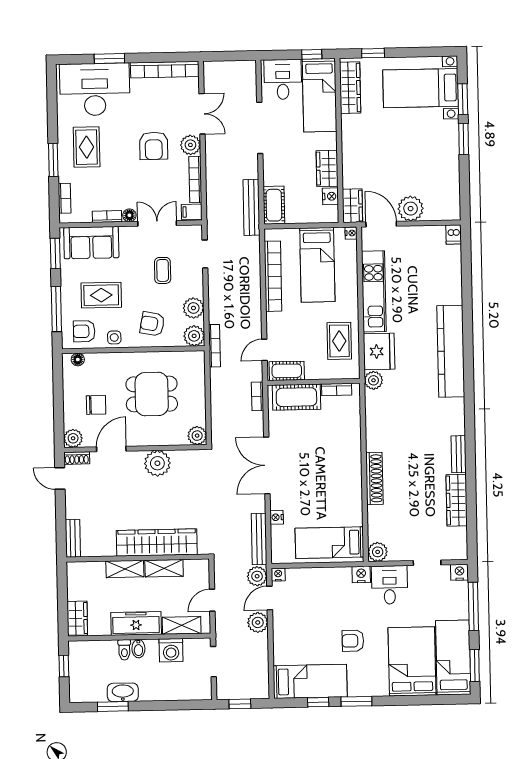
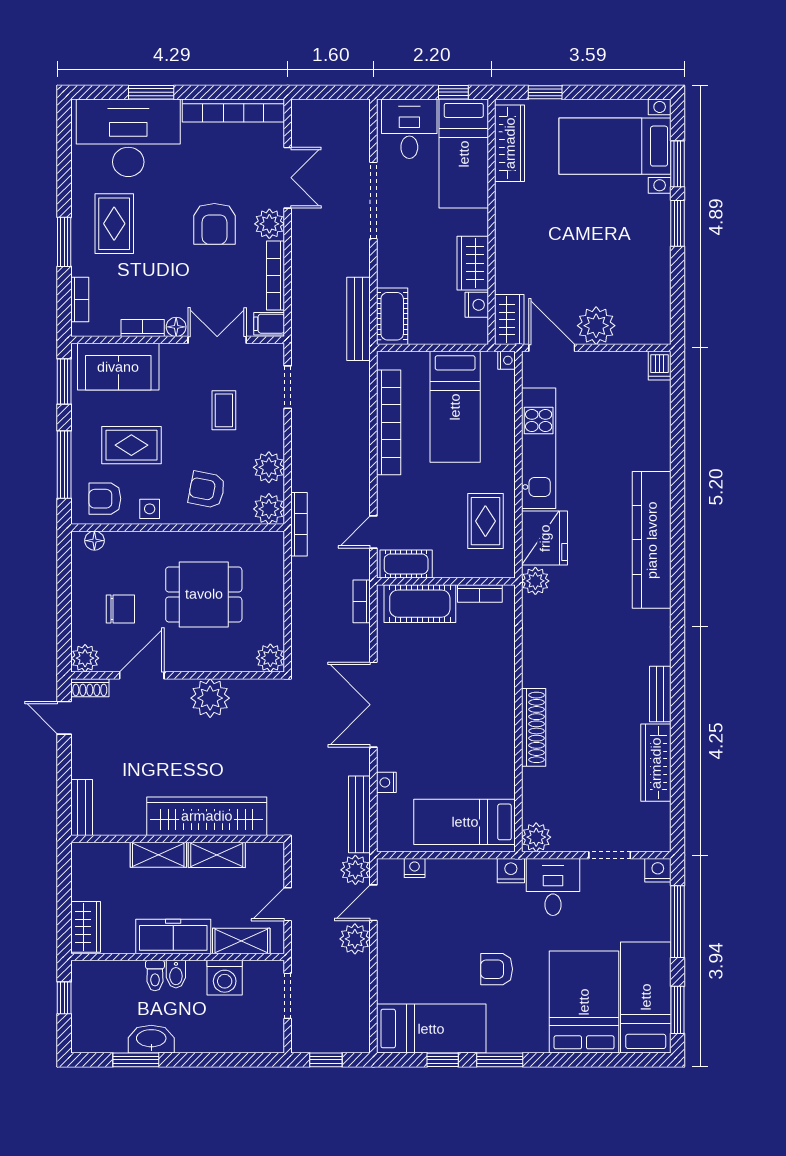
nightstand: (278, 575) -> (415, 868), moved

